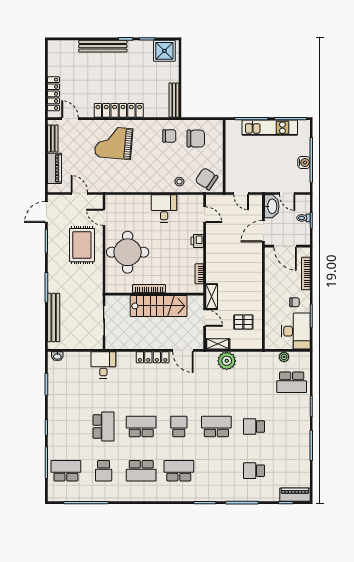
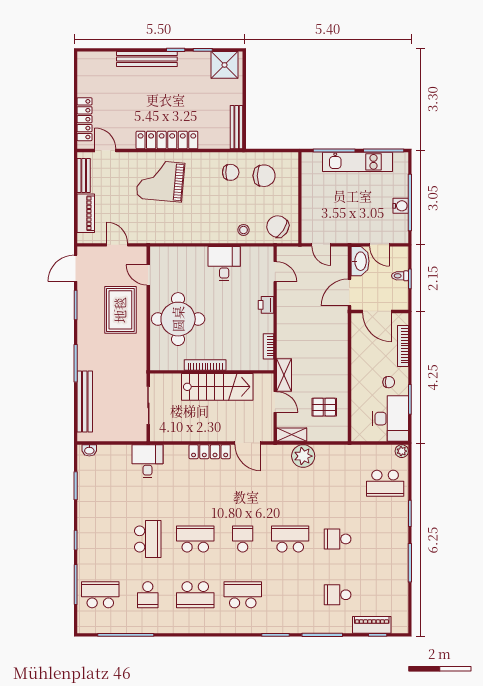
plant: (284, 357) -> (402, 451), moved
piano: (295, 495) -> (372, 625), moved

